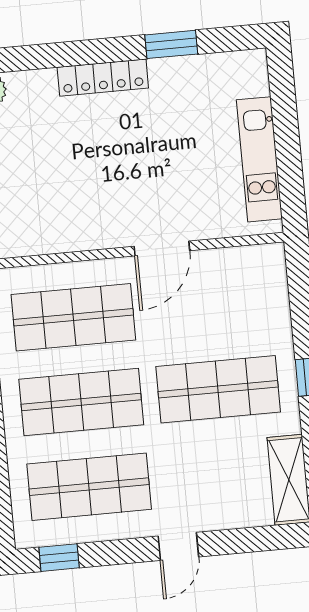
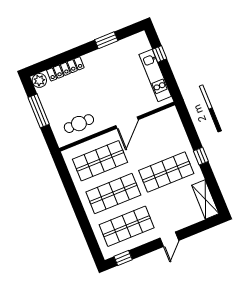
locker: (103, 78) -> (65, 69), moved
window: (285, 113) -> (160, 54), added
cafe table: (51, 217) -> (79, 124), added

